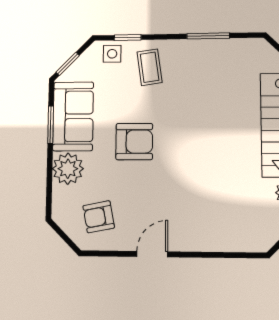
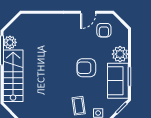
armchair: (99, 217) -> (104, 30), turned 101
door: (152, 254) -> (88, 12), moved

